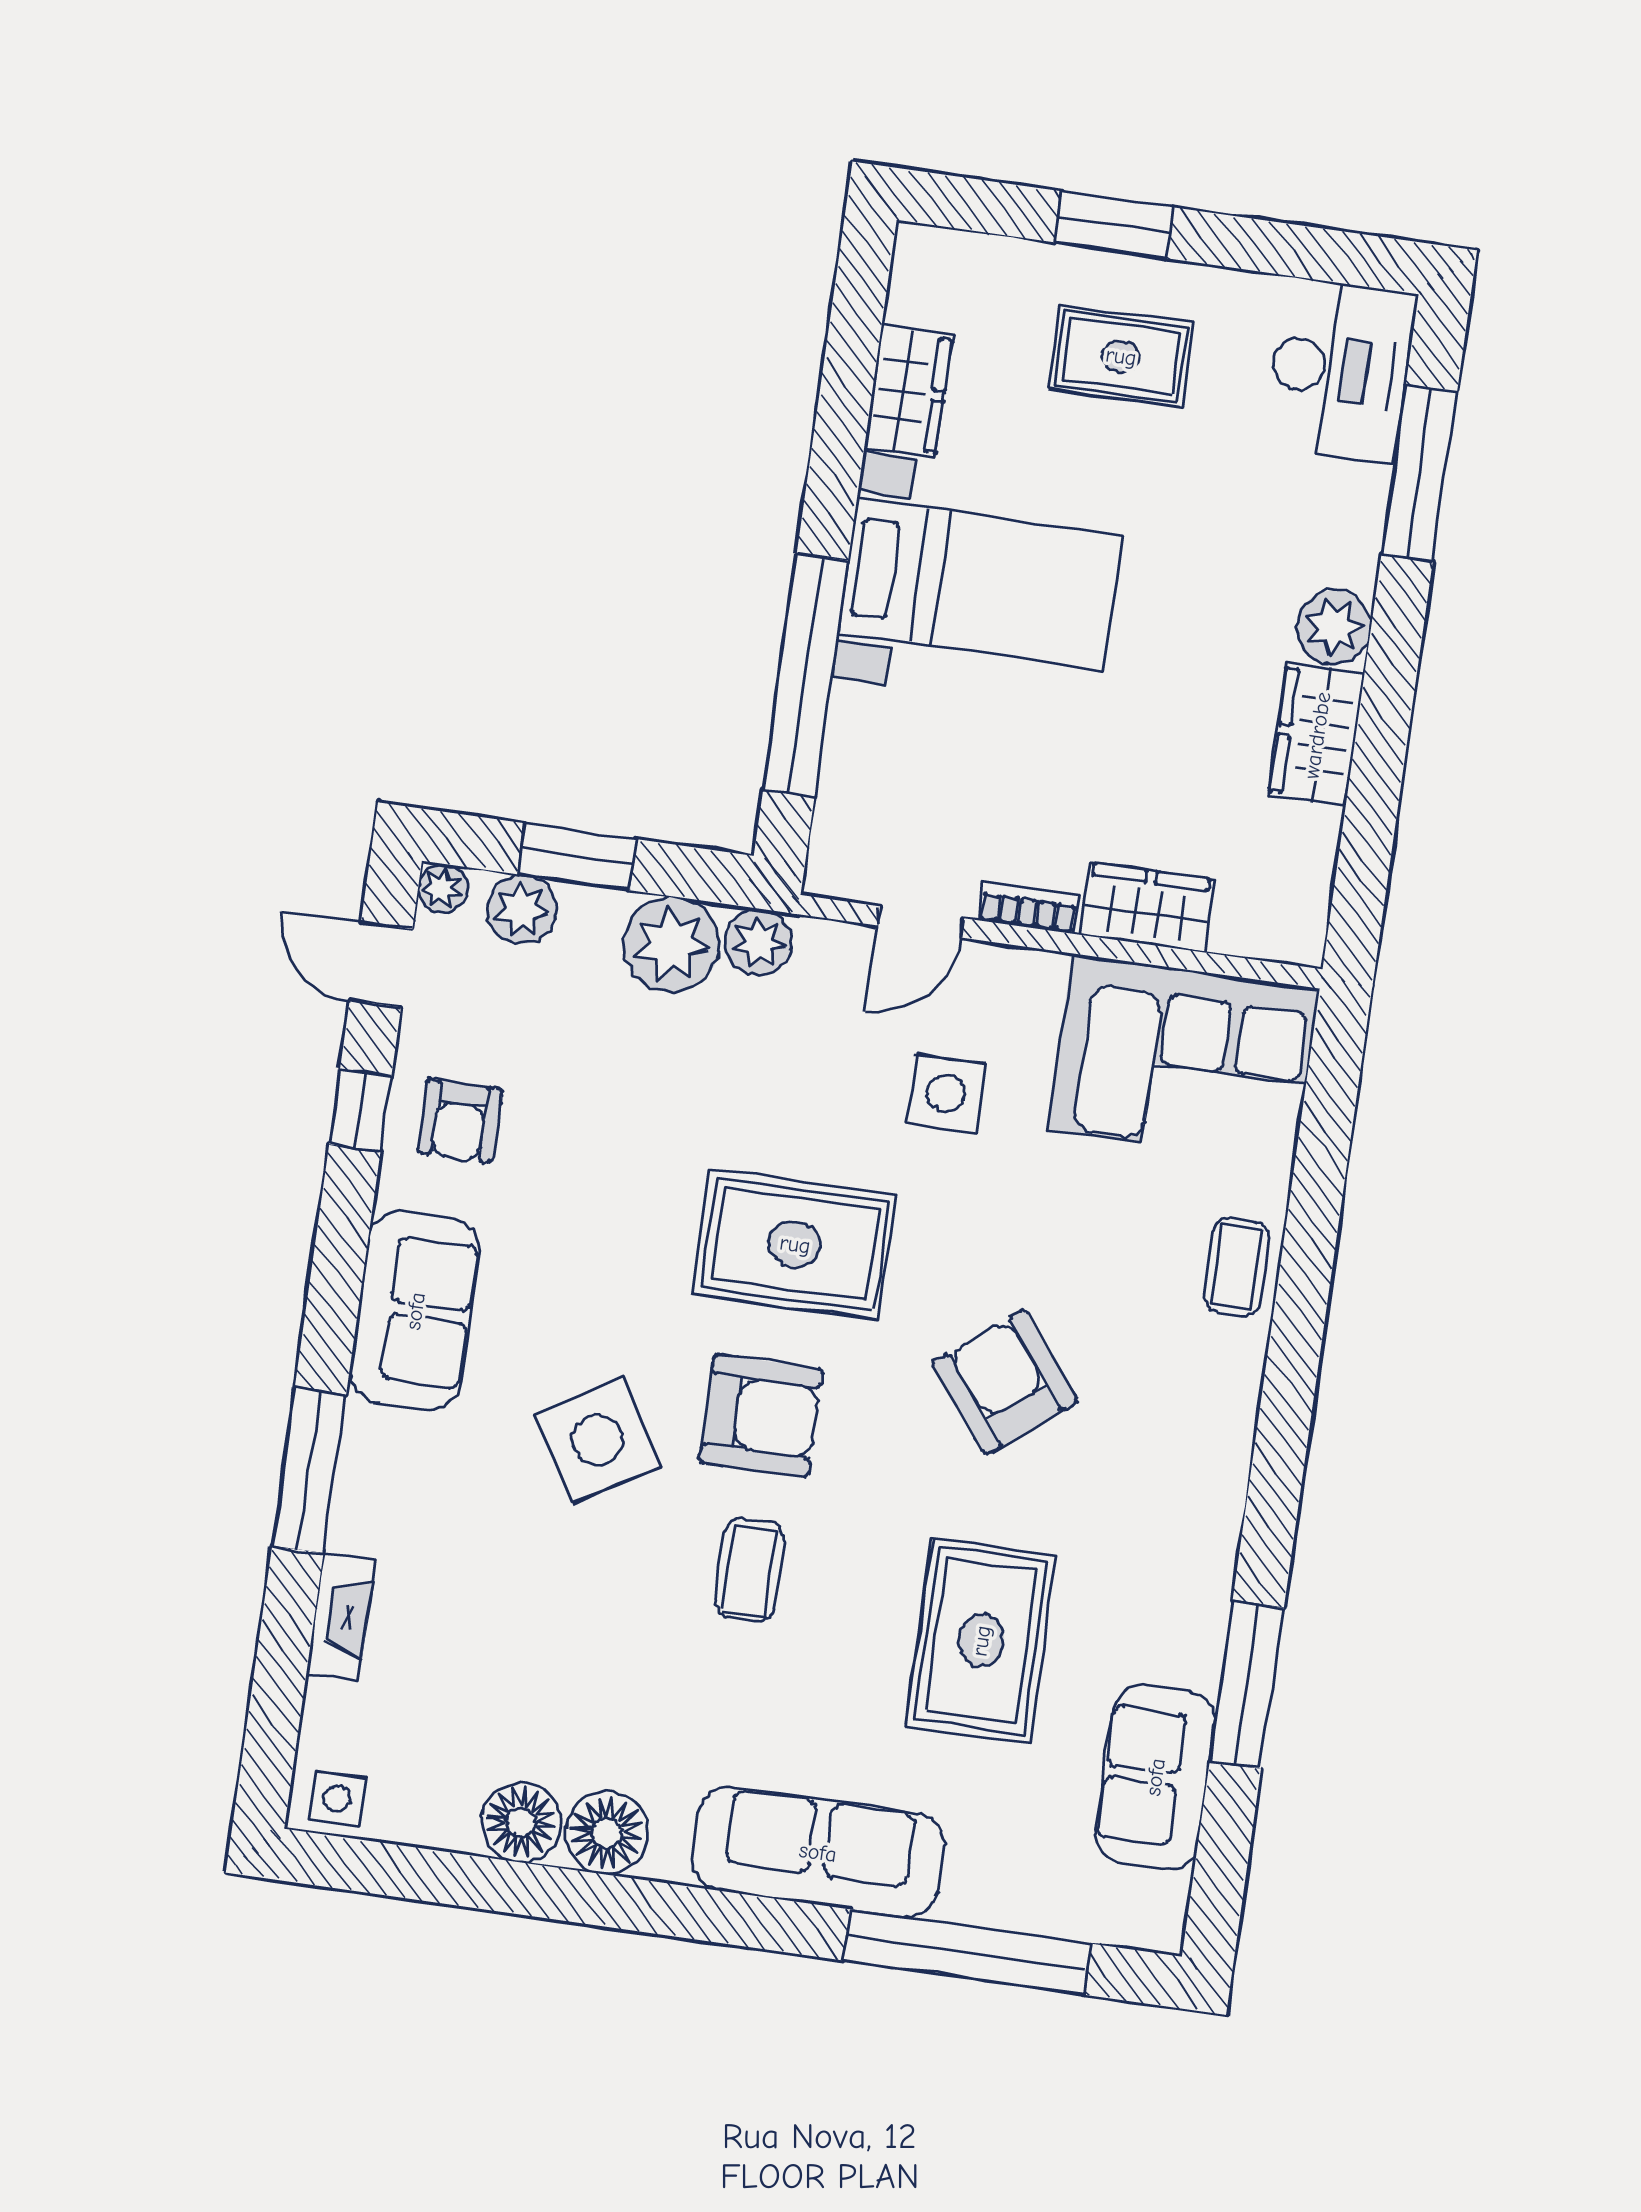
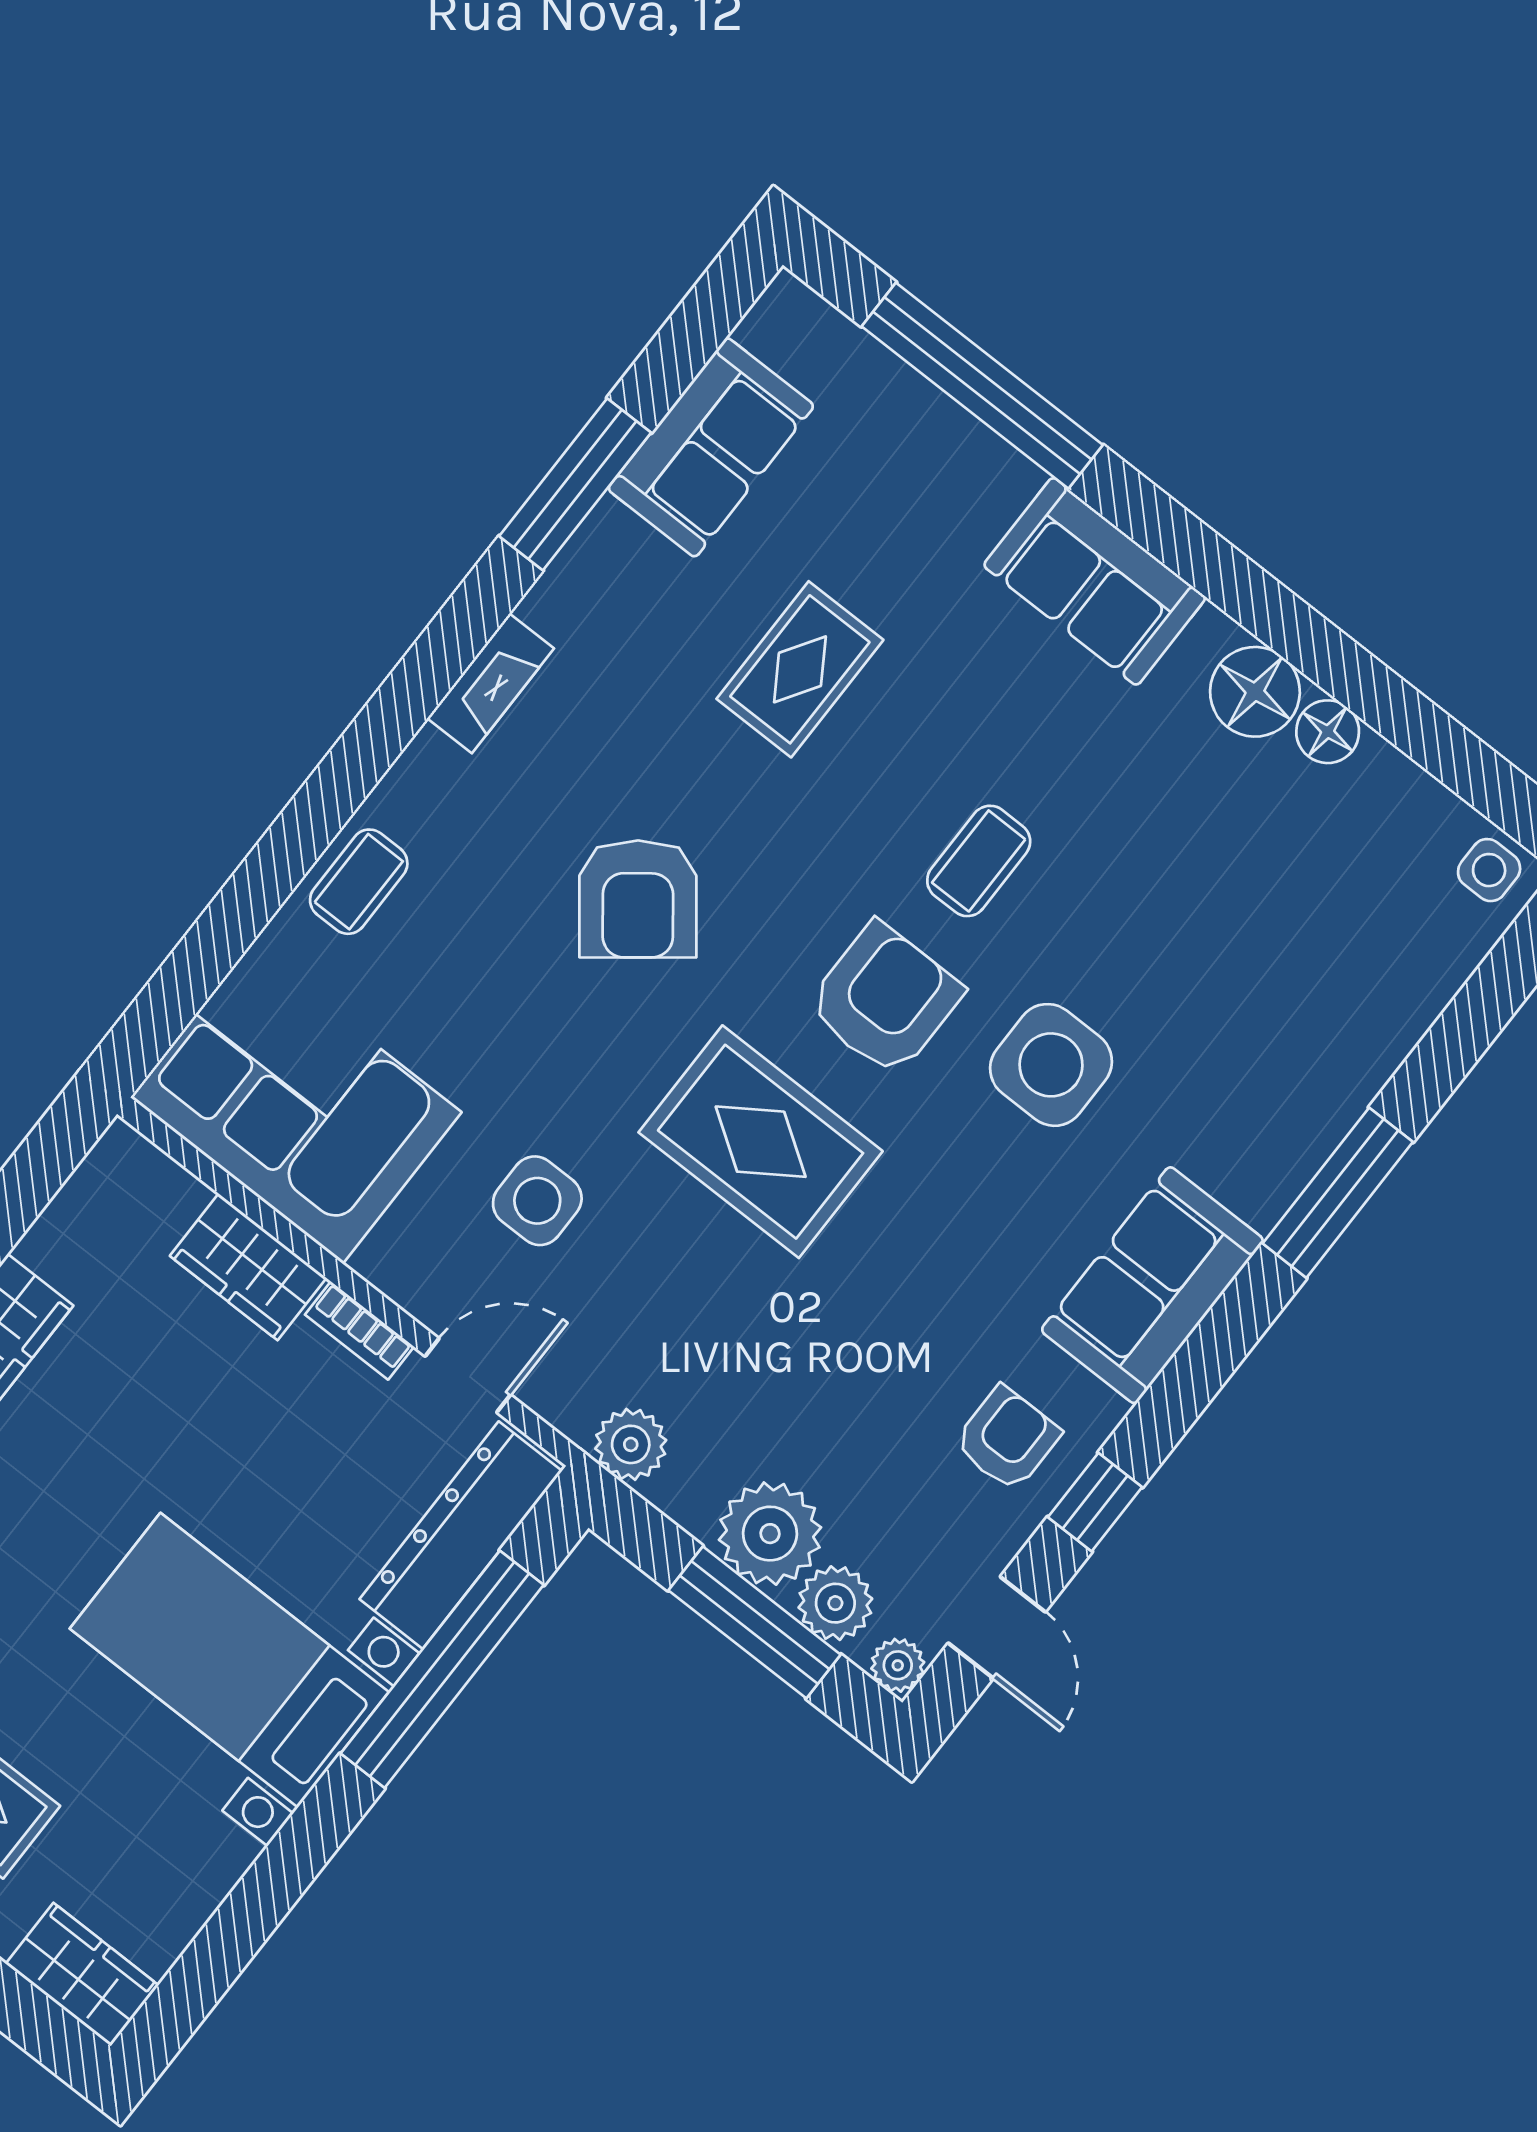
wardrobe: (908, 391) -> (82, 1975), moved, turned 90
dresser: (853, 791) -> (461, 1535), added
window: (577, 857) -> (755, 1622), width x1.44
plant: (671, 944) -> (770, 1534), moved
armchair: (761, 1416) -> (885, 999), turned 90
side table: (598, 1440) -> (1051, 1065), turned 31
fireplace: (341, 1616) -> (491, 683), moved, turned 180
rug: (981, 1641) -> (800, 669), width x0.73, depth x0.70
floor lamp: (521, 1822) -> (1328, 732), width x0.73, depth x0.73
sofa: (818, 1852) -> (1095, 581), width x0.73

